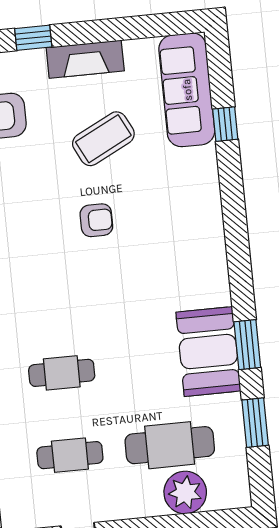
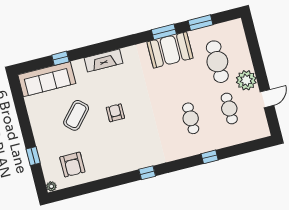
fireplace: (85, 59) -> (103, 61), moved, turned 90
coffee table: (103, 139) -> (76, 115), turned 69
plant: (185, 492) -> (246, 80), moved

